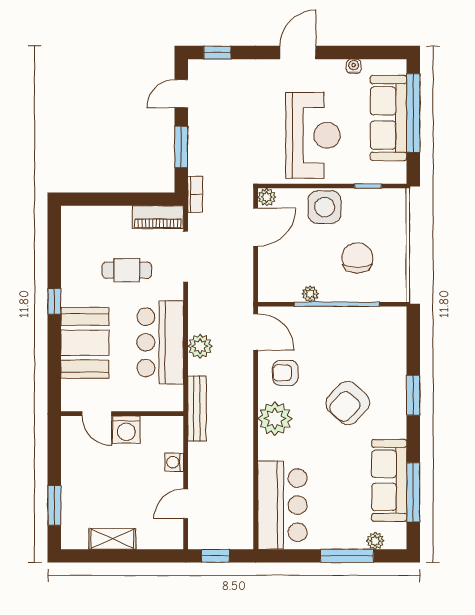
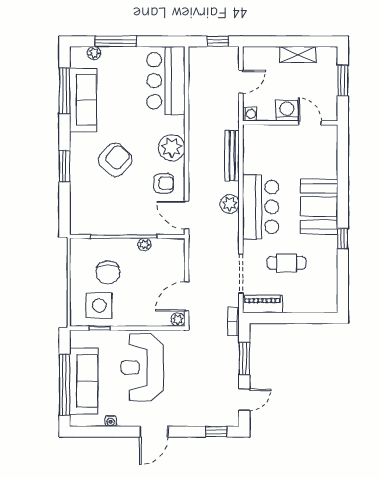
side table: (325, 207) -> (99, 305), moved
door: (97, 414) -> (310, 123), moved
wall: (122, 414) -> (290, 123), moved
washing machine: (126, 430) -> (287, 110), moved

